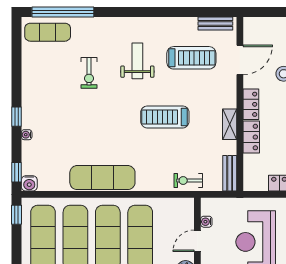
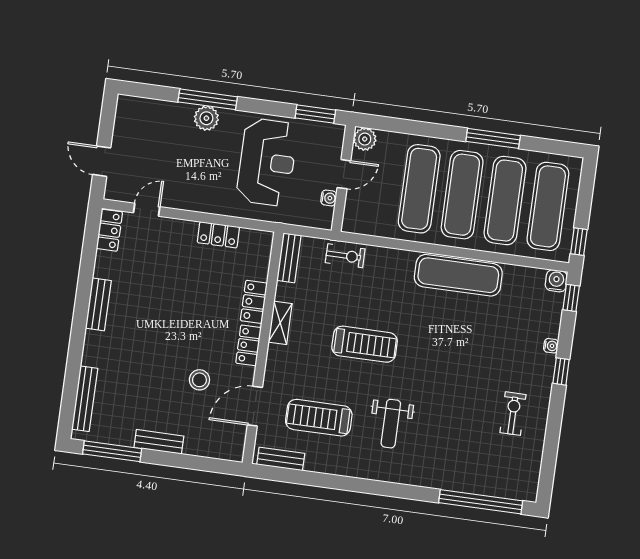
exercise mat: (48, 32) -> (505, 478), removed
exercise bike: (89, 73) -> (513, 414), moved

